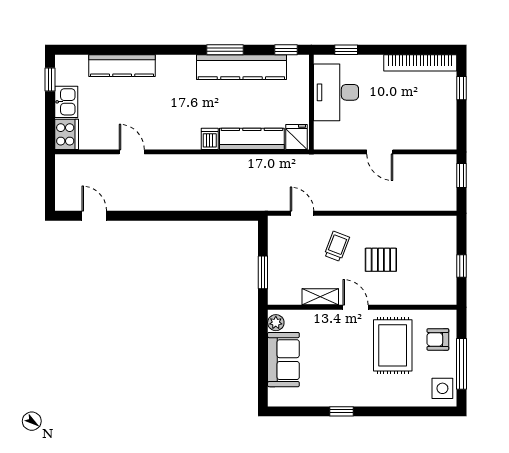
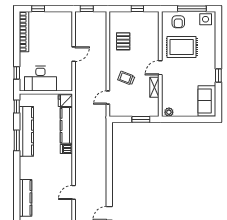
pallet: (381, 260) -> (123, 41), moved
sofa: (283, 360) -> (207, 101), moved, turned -90

